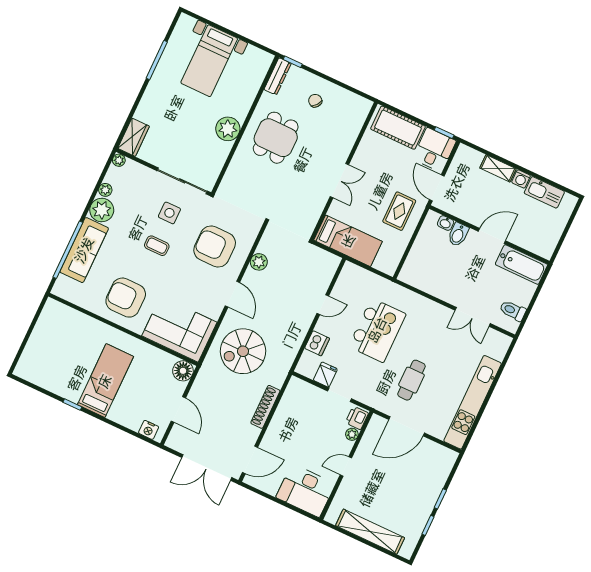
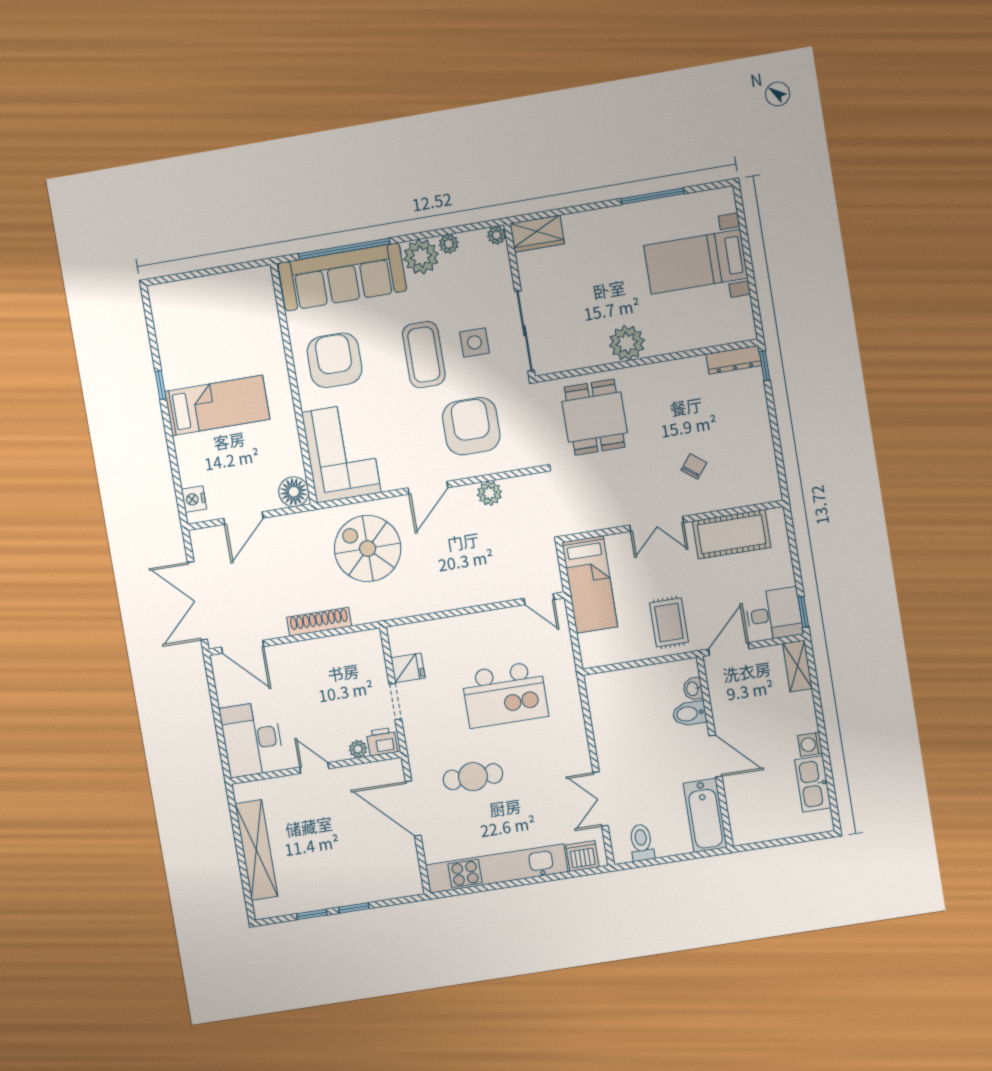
chair: (315, 101) -> (694, 466), moved
cot: (398, 128) -> (732, 534), moved, turned 90
dining table: (276, 138) -> (595, 417), moved, turned 90
shelving: (498, 168) -> (797, 666), moved
rug: (399, 211) -> (669, 622), turned 90
coffee table: (157, 246) -> (424, 355), width x1.86, depth x1.72
sofa: (84, 250) -> (342, 277), width x1.36, depth x1.27
door: (323, 305) -> (539, 599), moved
dishwasher: (317, 343) -> (582, 856), moved, turned 180

